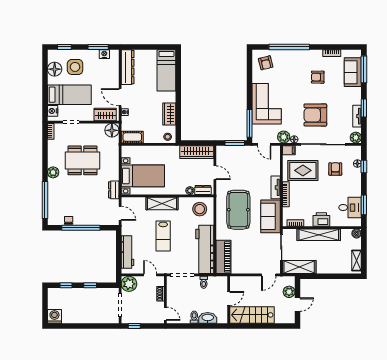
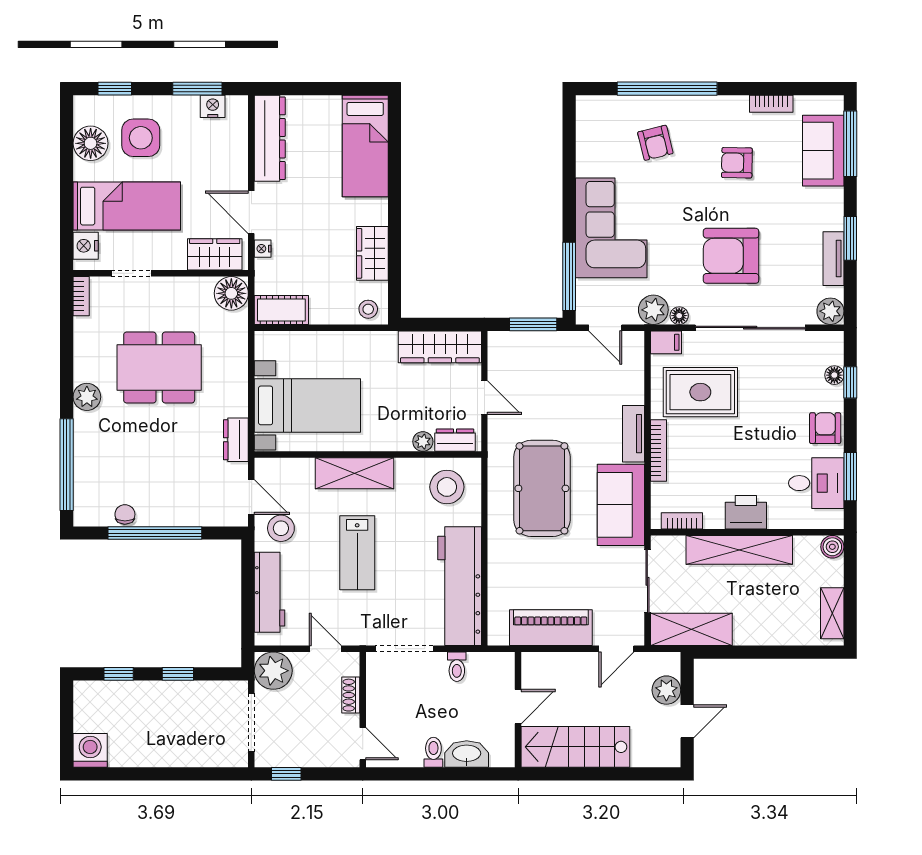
armchair: (266, 63) -> (655, 143), moved
armchair: (335, 169) -> (825, 428), moved
stool: (132, 226) -> (281, 528), added
piano: (224, 257) -> (551, 628), moved, turned -90

